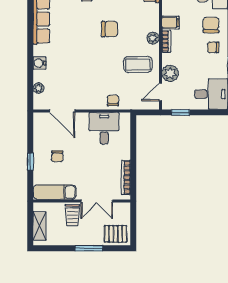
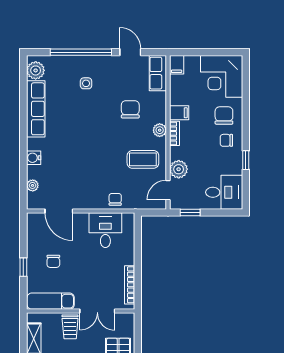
chair: (110, 29) -> (130, 109), moved, turned -90

